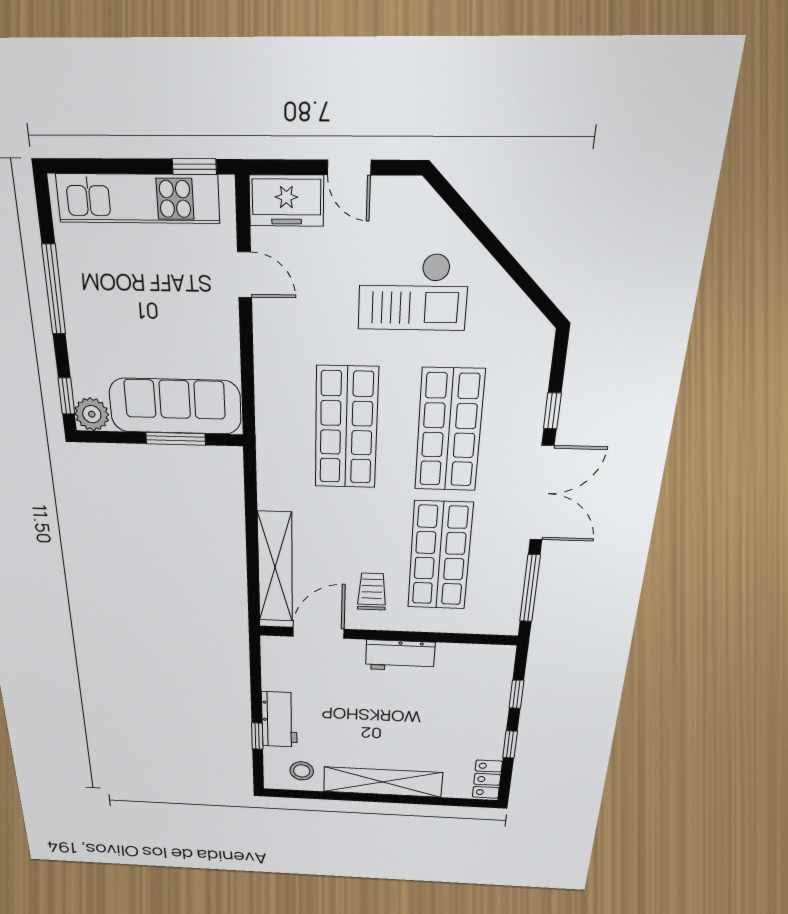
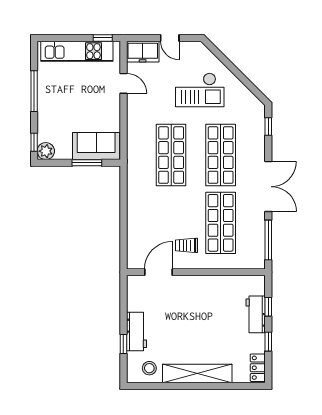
sofa: (175, 406) -> (96, 146), width x0.73
window: (552, 411) -> (268, 127), moved
shelving: (275, 567) -> (135, 233), removed
trolley: (372, 592) -> (186, 245), turned -90
workbench: (400, 656) -> (256, 314), moved, turned 90

